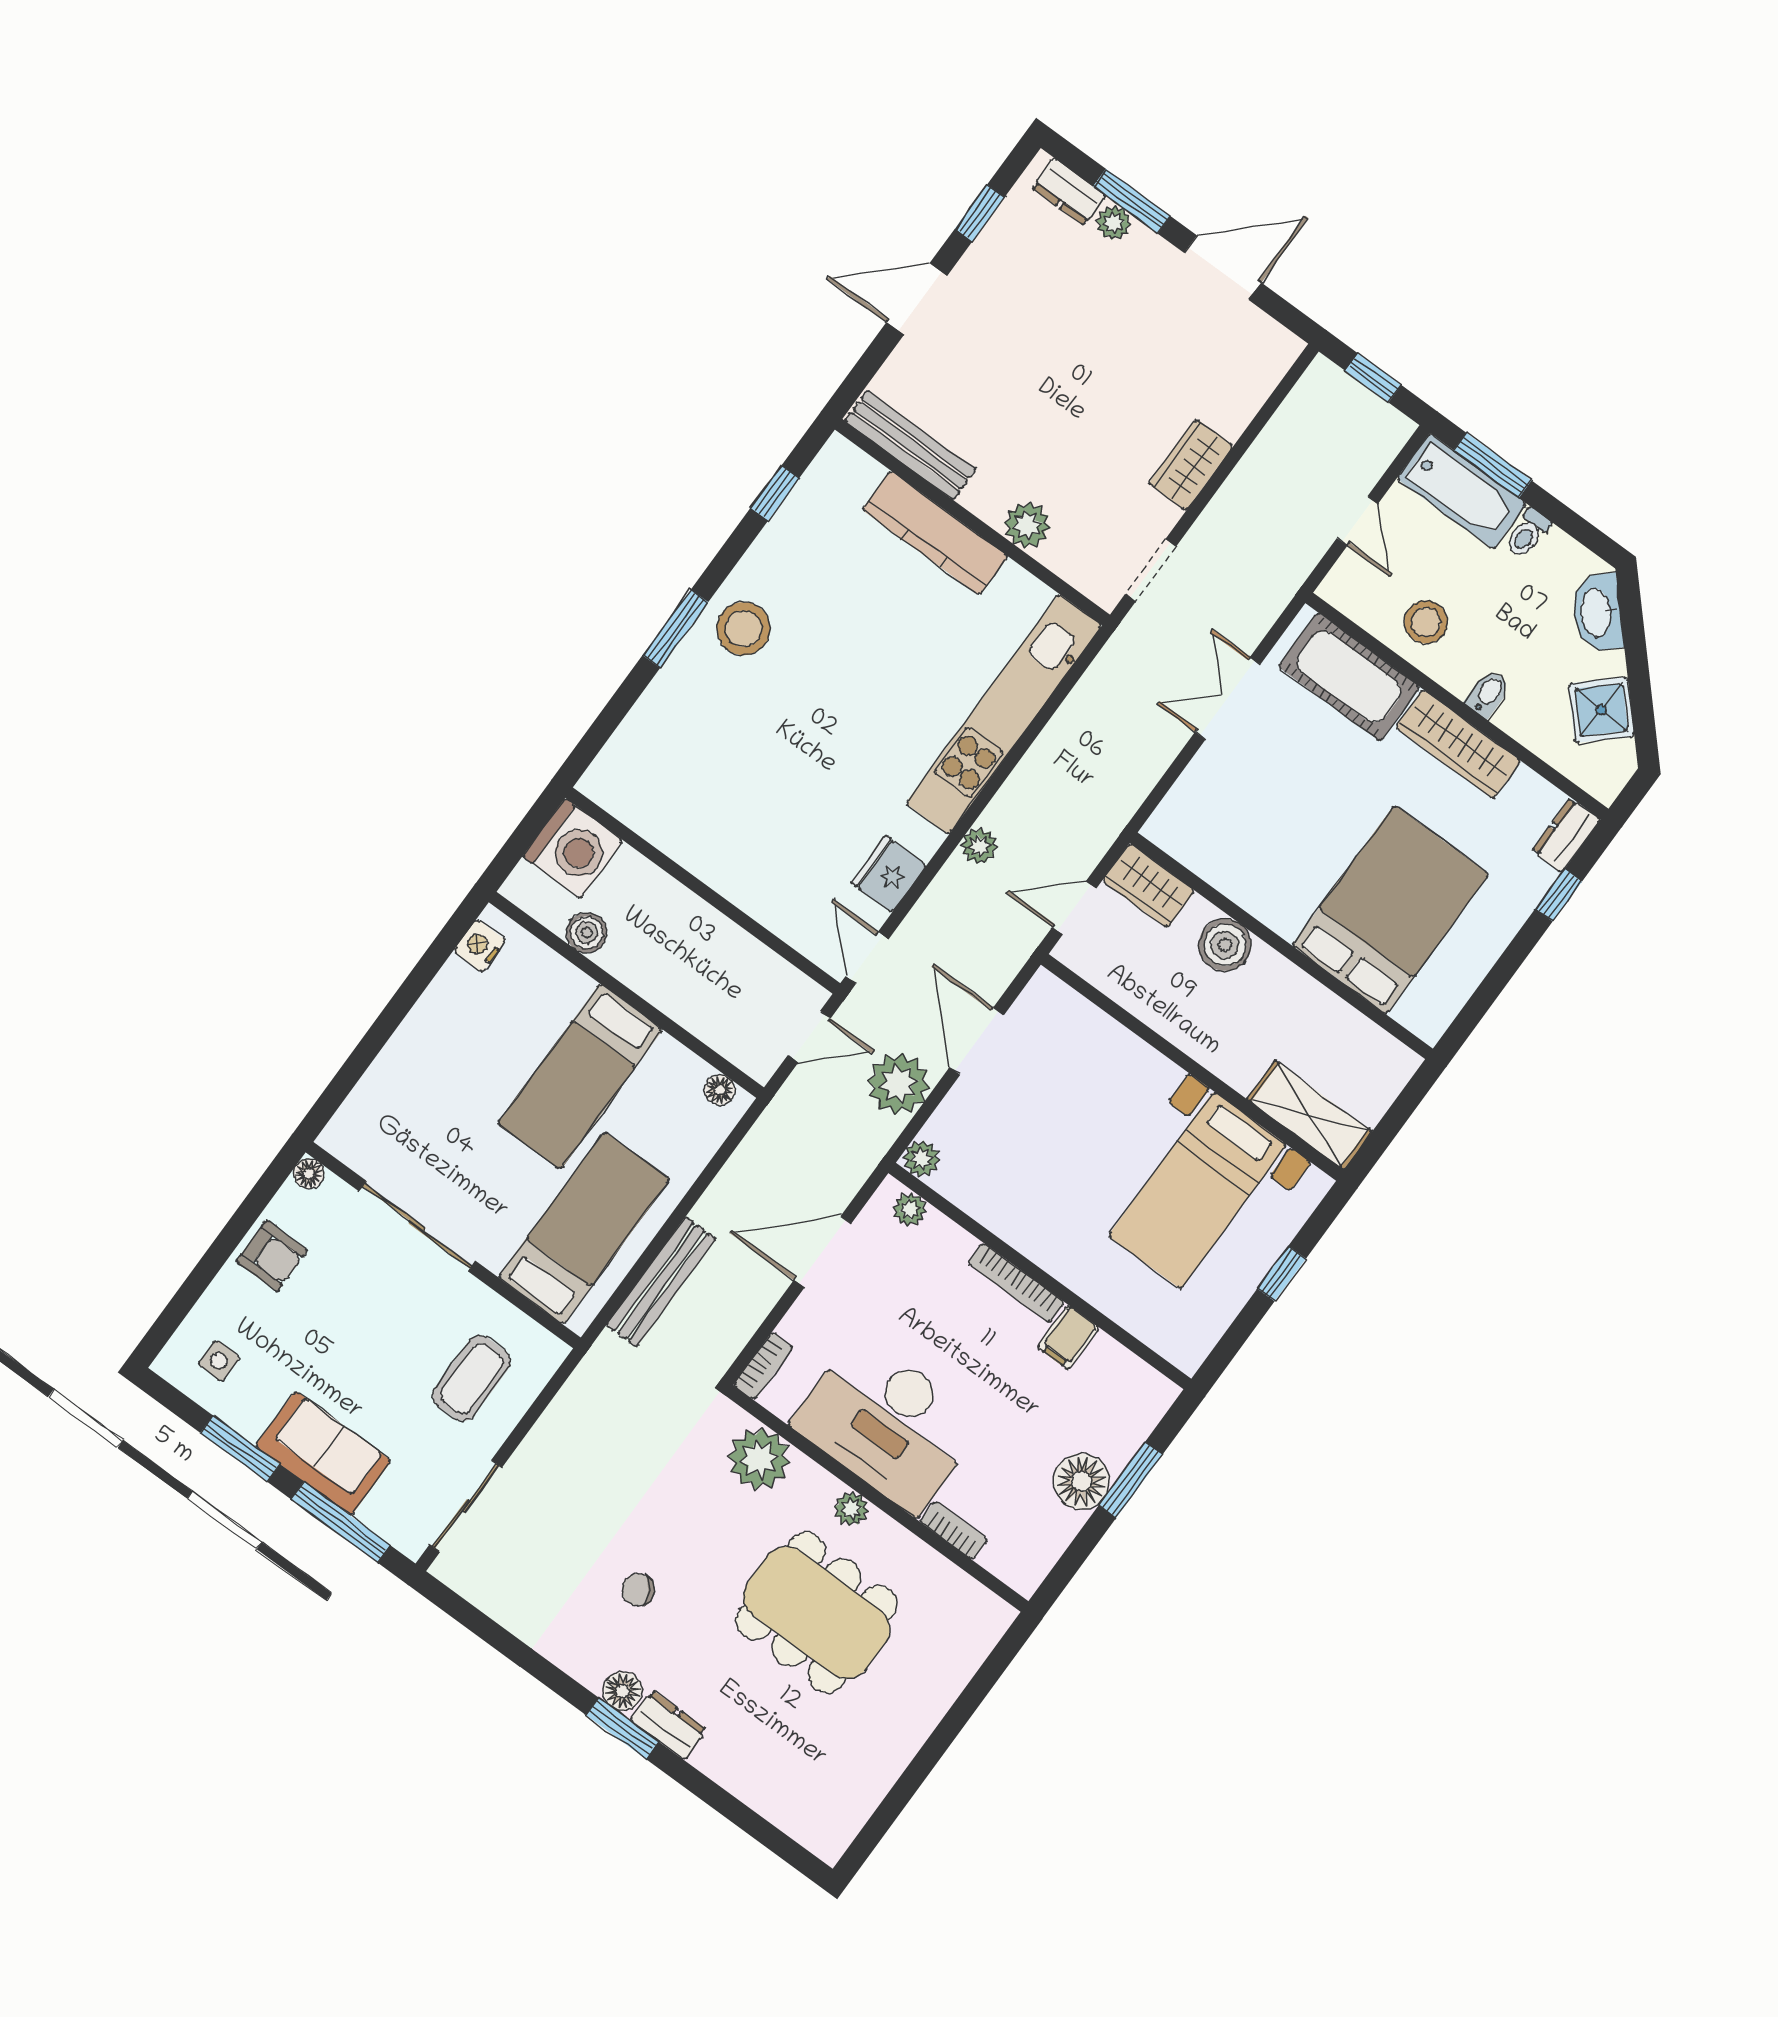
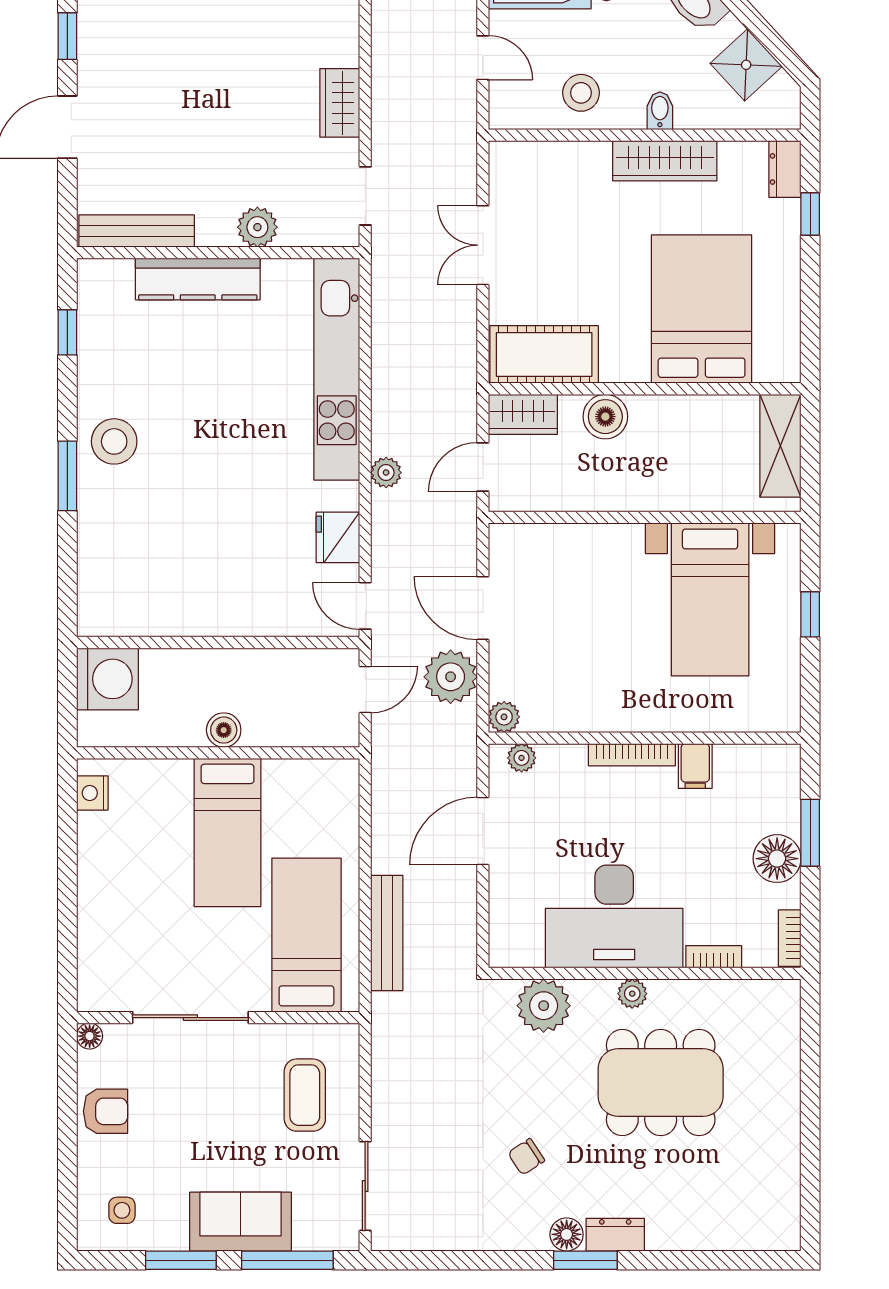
cot: (1349, 677) -> (544, 354), moved
boiler: (587, 933) -> (224, 730), moved
floor lamp: (720, 1090) -> (330, 771), removed
shelving: (1309, 1115) -> (780, 446), moved, turned 90
bookcase: (763, 1366) -> (790, 938), moved, turned 180

